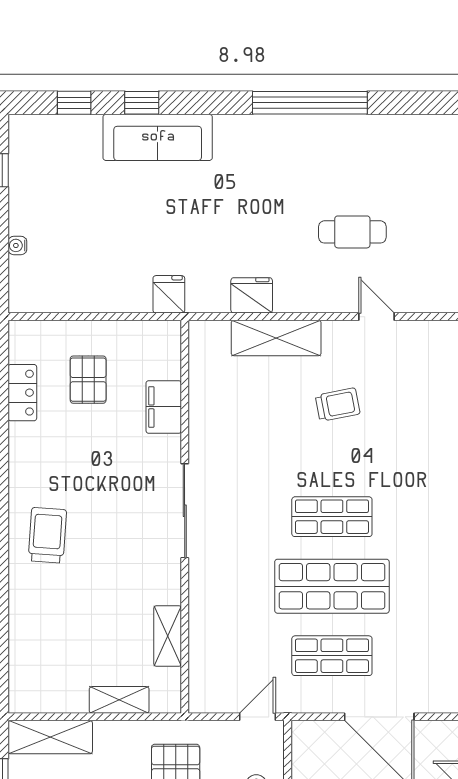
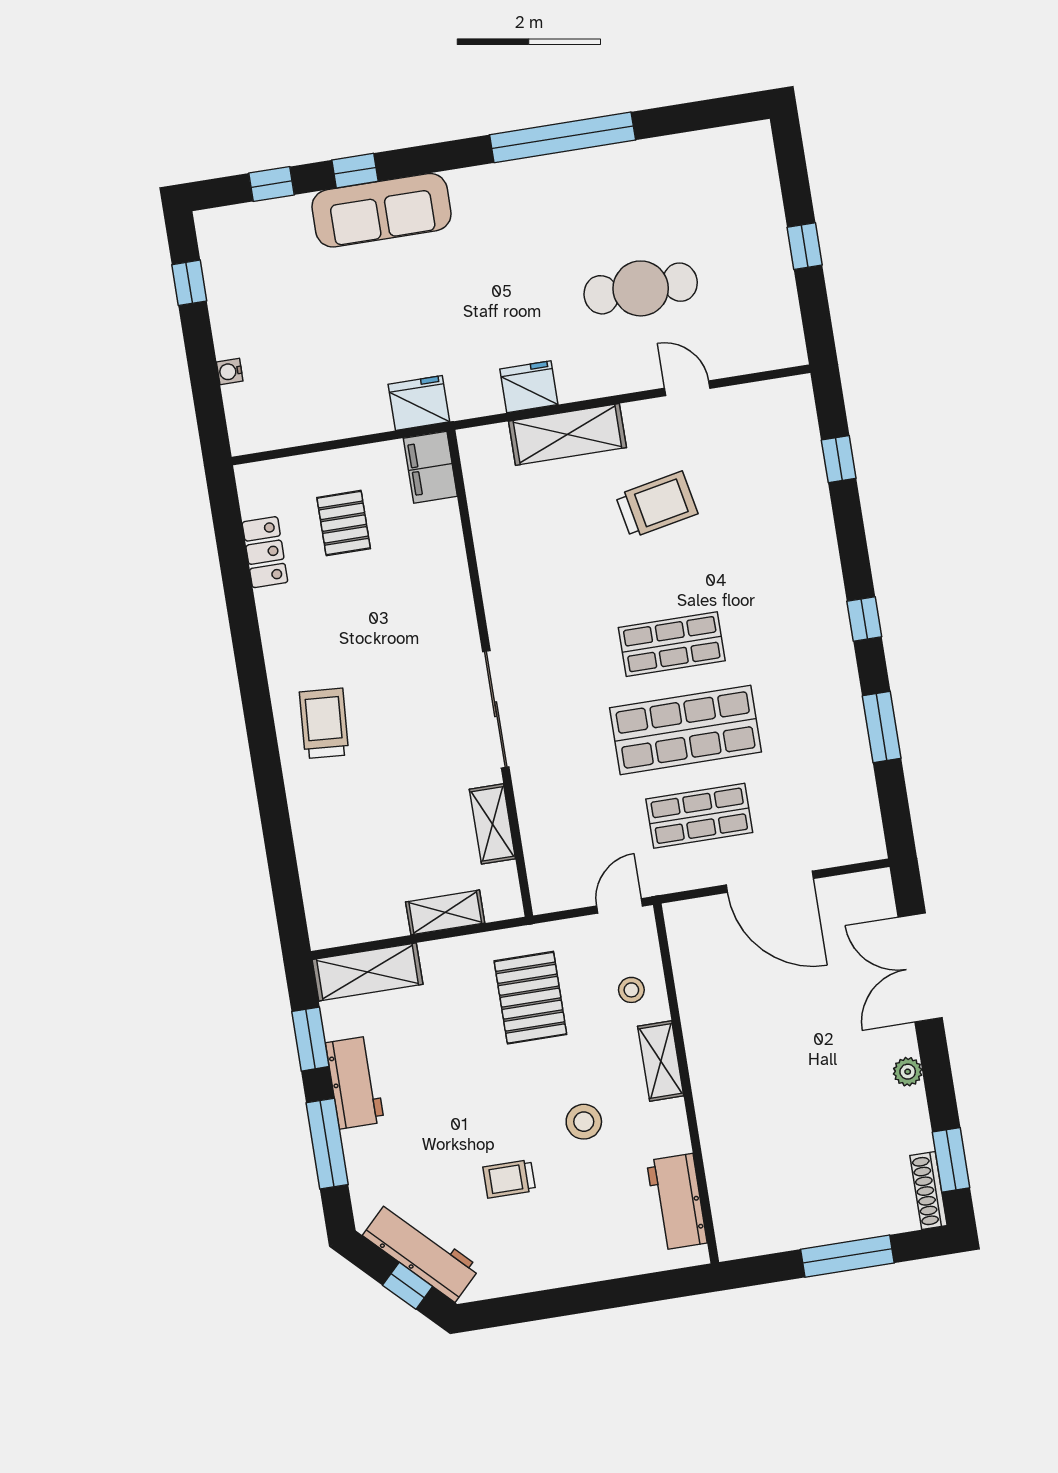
cafe table: (352, 232) -> (641, 288), width x1.37, depth x1.35
fridge: (169, 294) -> (419, 403), width x1.38
trolley: (338, 405) -> (657, 505), width x1.36, depth x1.39
filing cabinet: (164, 407) -> (430, 467), moved
sliding door: (185, 511) -> (496, 709), moved

